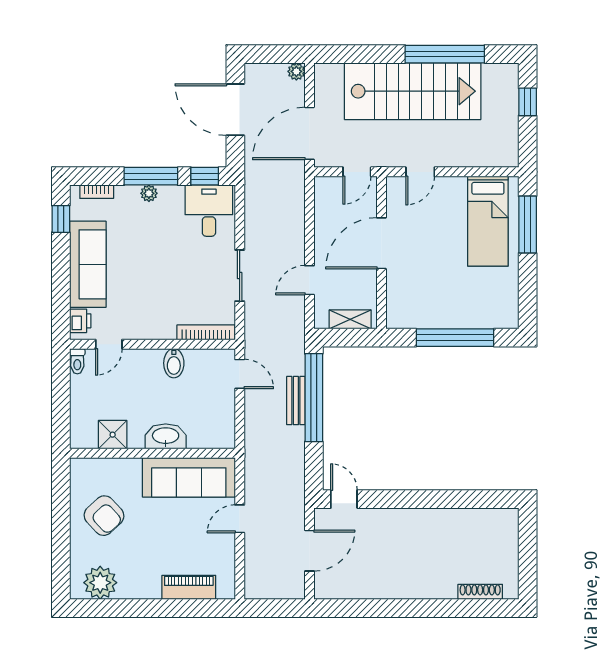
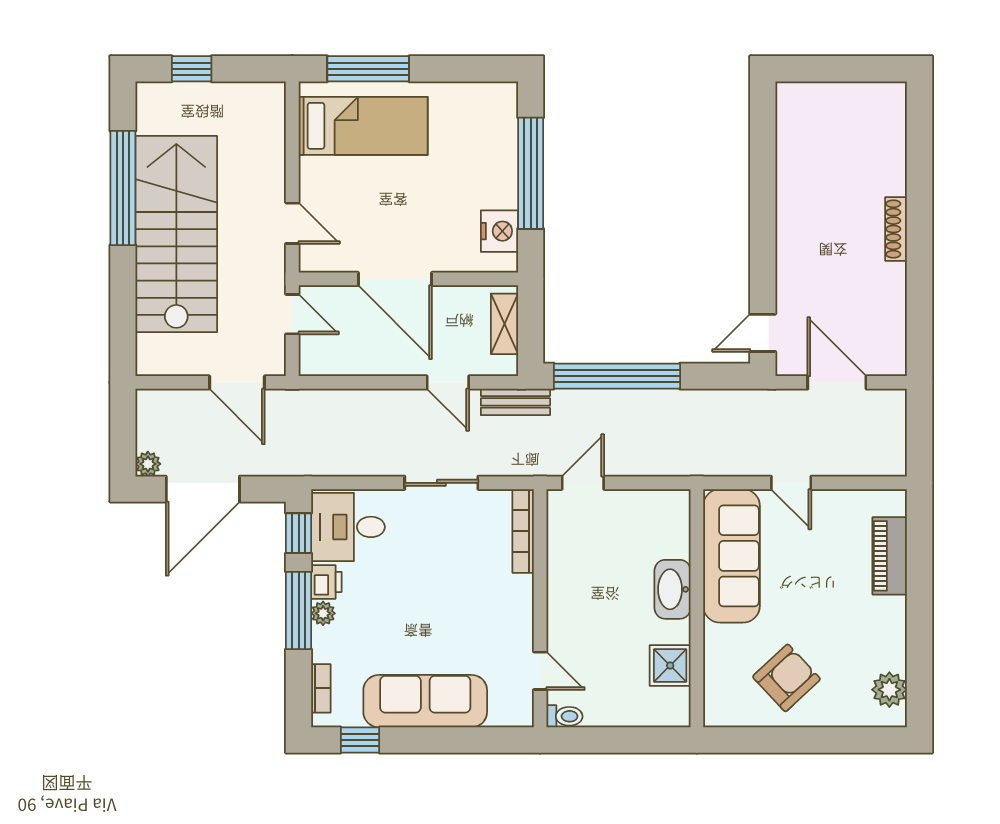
plant: (296, 71) -> (148, 464), moved
door: (309, 133) -> (237, 382), width x0.73
nightstand: (415, 316) -> (499, 231), added
printer: (80, 321) -> (326, 582), moved, turned 90
bidet: (174, 363) -> (567, 577), removed
bench: (296, 401) -> (515, 402), moved
plant: (100, 583) -> (889, 690), width x0.73, depth x0.73
shoe rack: (480, 592) -> (896, 229), moved

